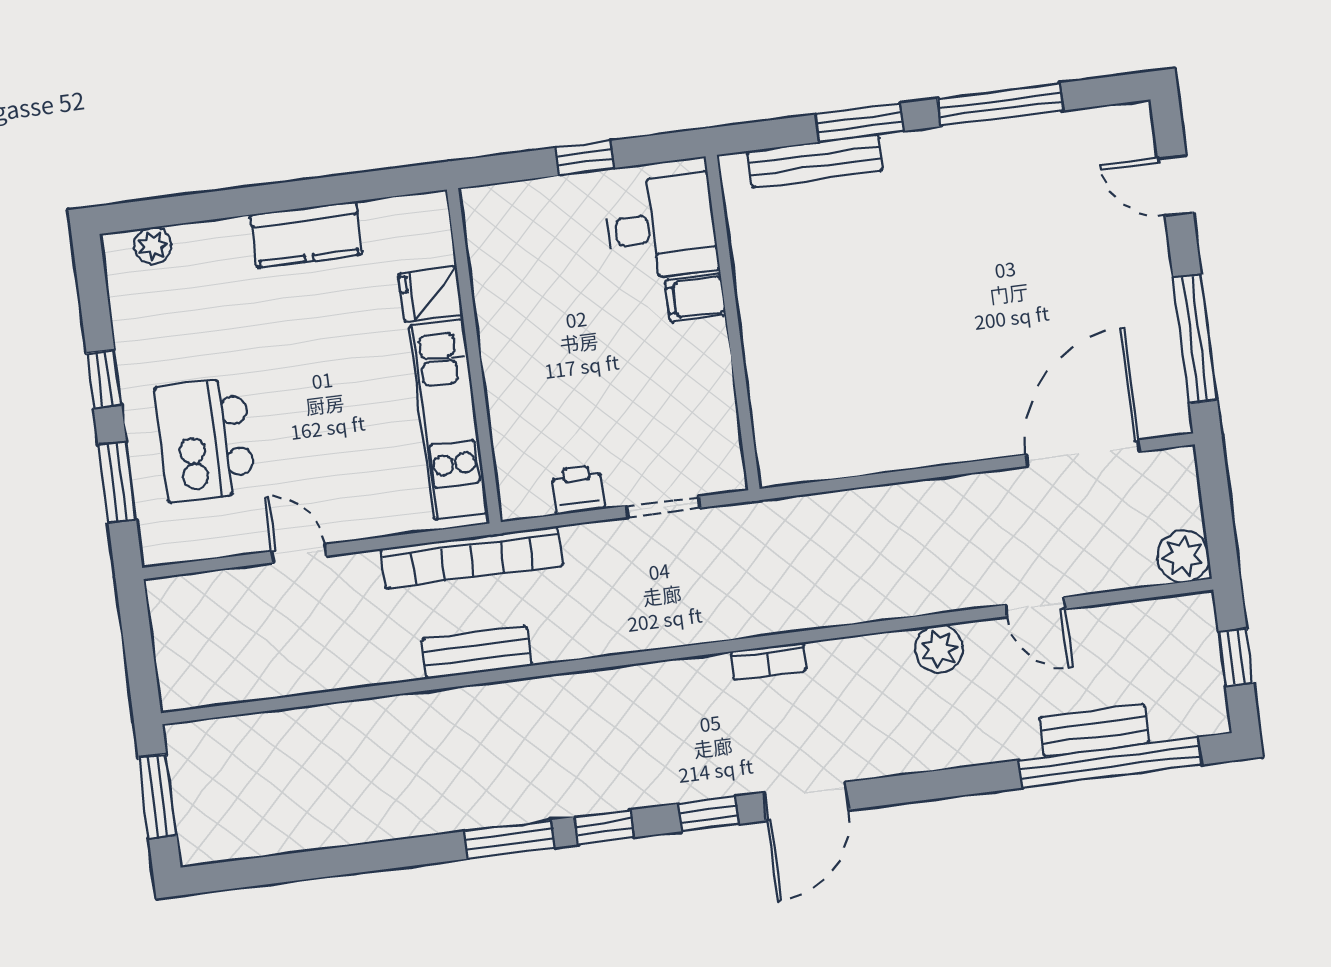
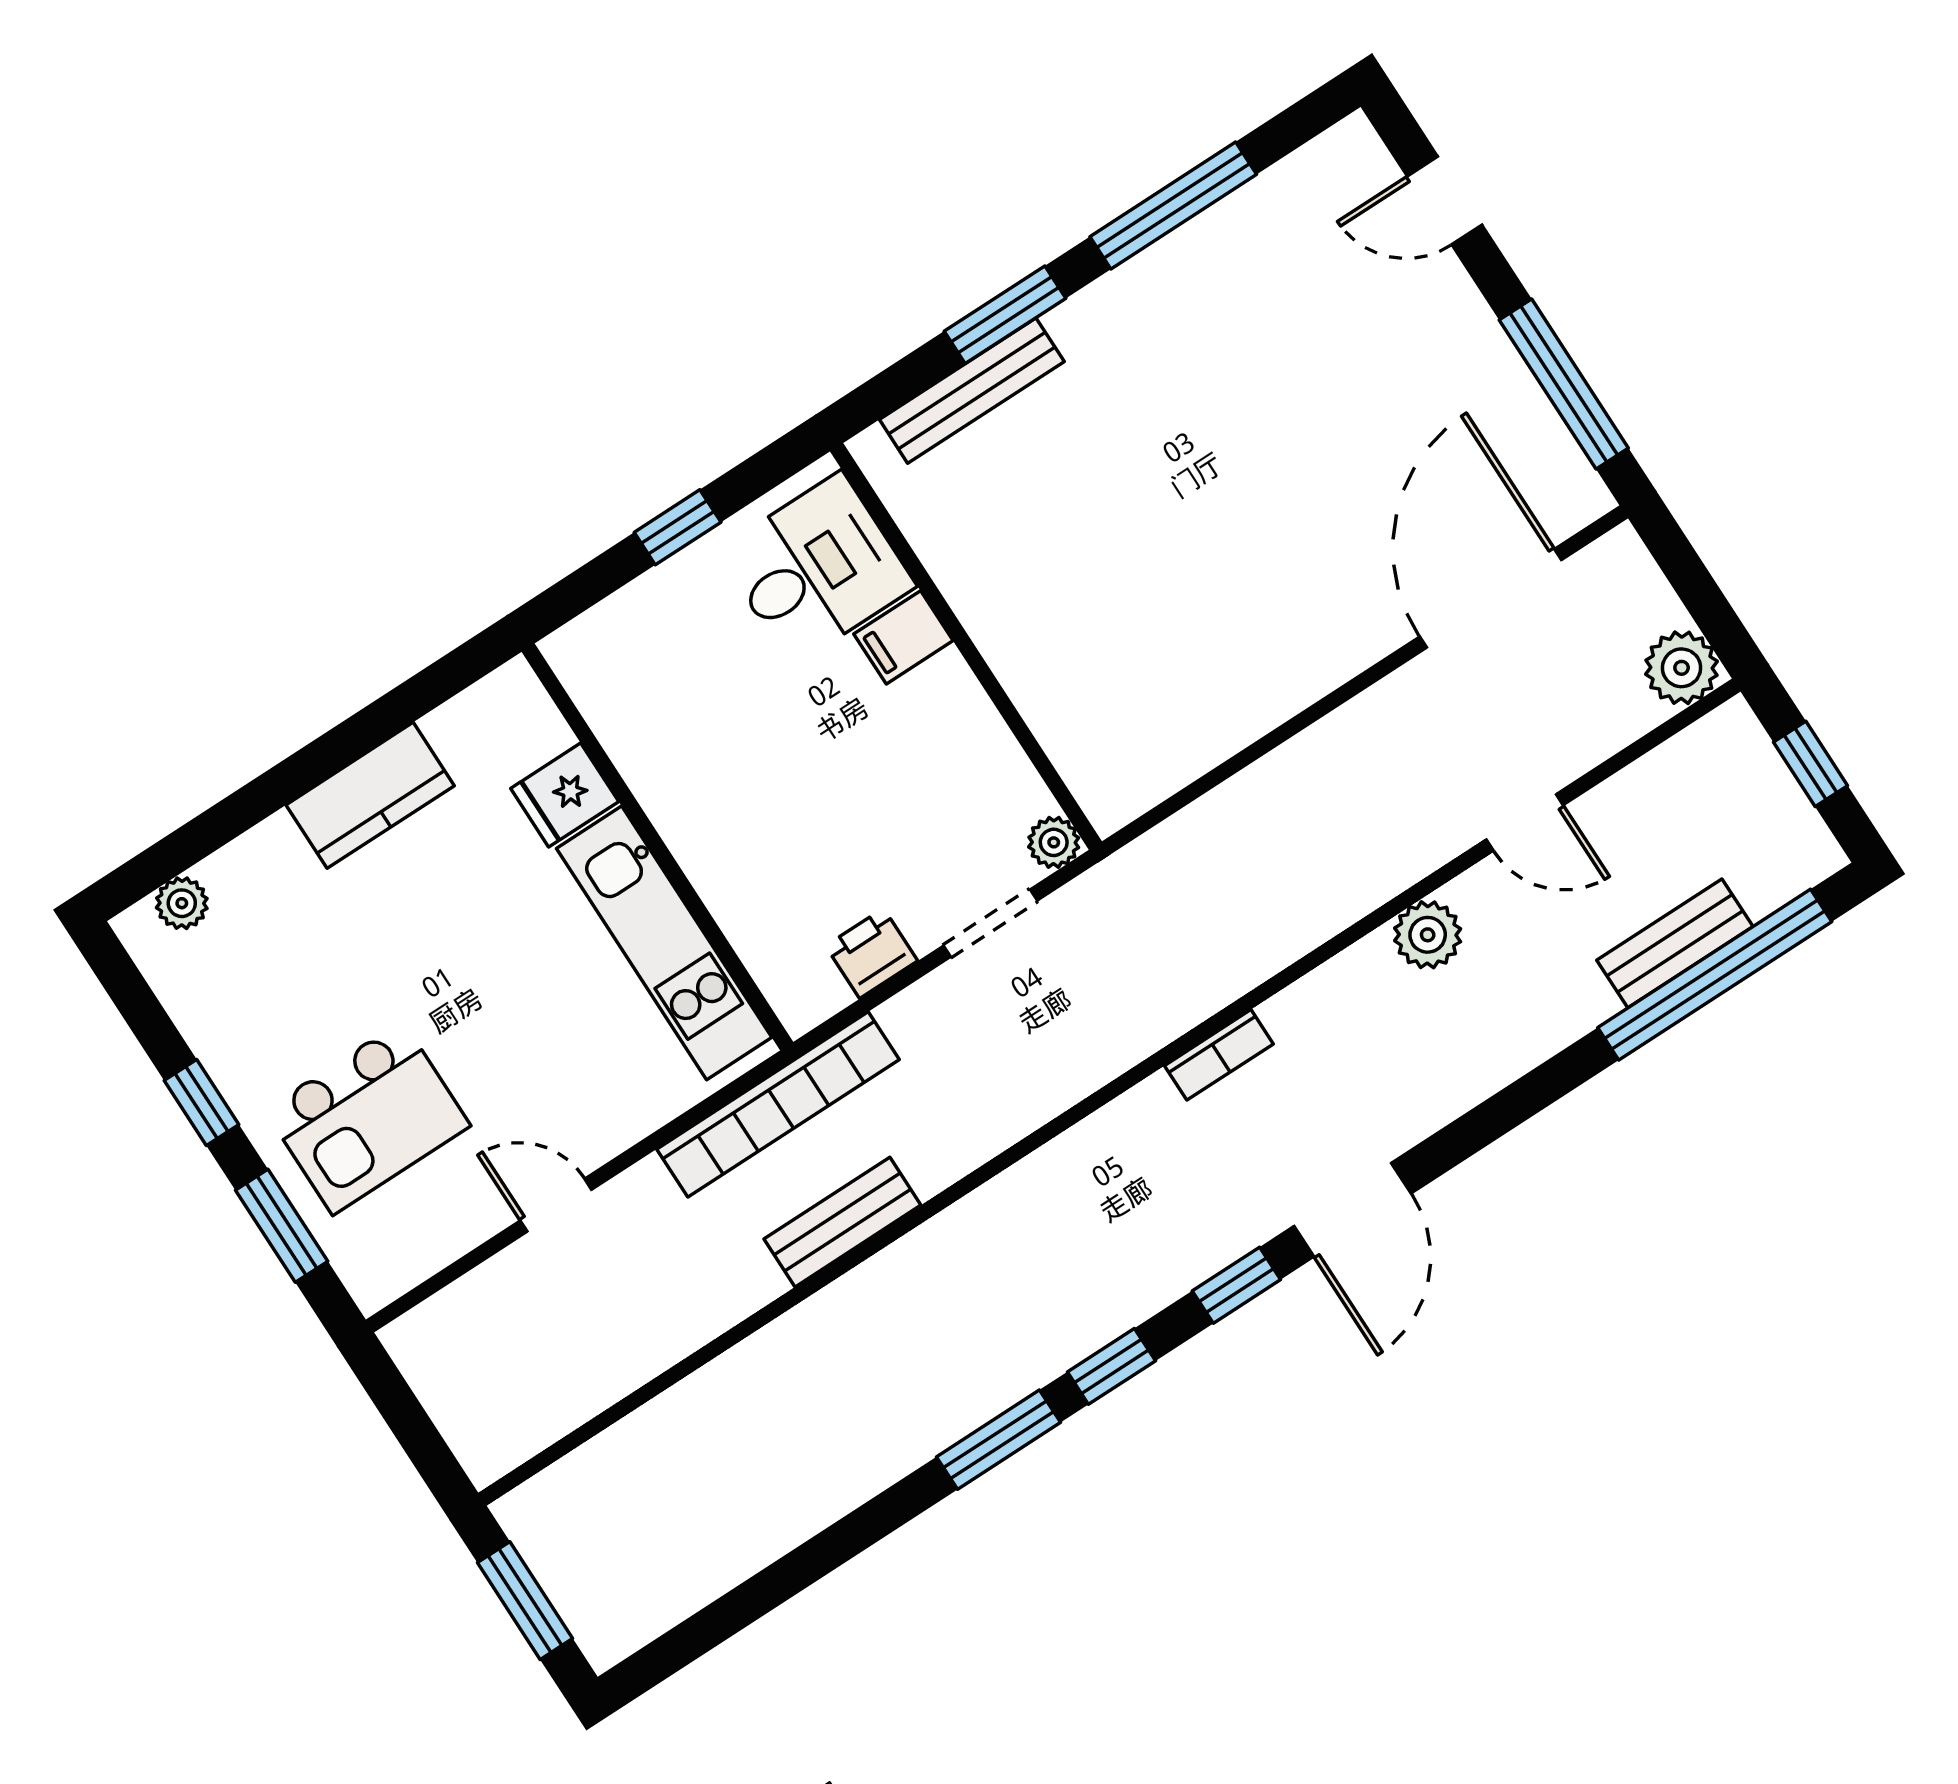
kitchen island: (205, 440) -> (368, 1118), turned -90
plant: (728, 475) -> (1054, 842), added

